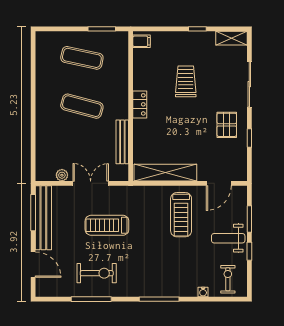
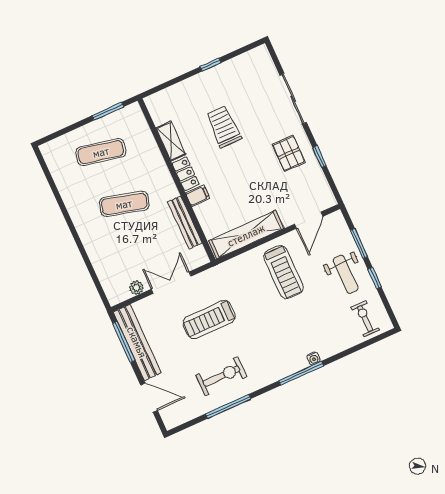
shelving: (231, 38) -> (171, 141), moved, turned 90
filing cabinet: (141, 41) -> (198, 196), moved
weight bench: (228, 238) -> (346, 274), turned -90
water cooler: (203, 292) -> (313, 358), moved

